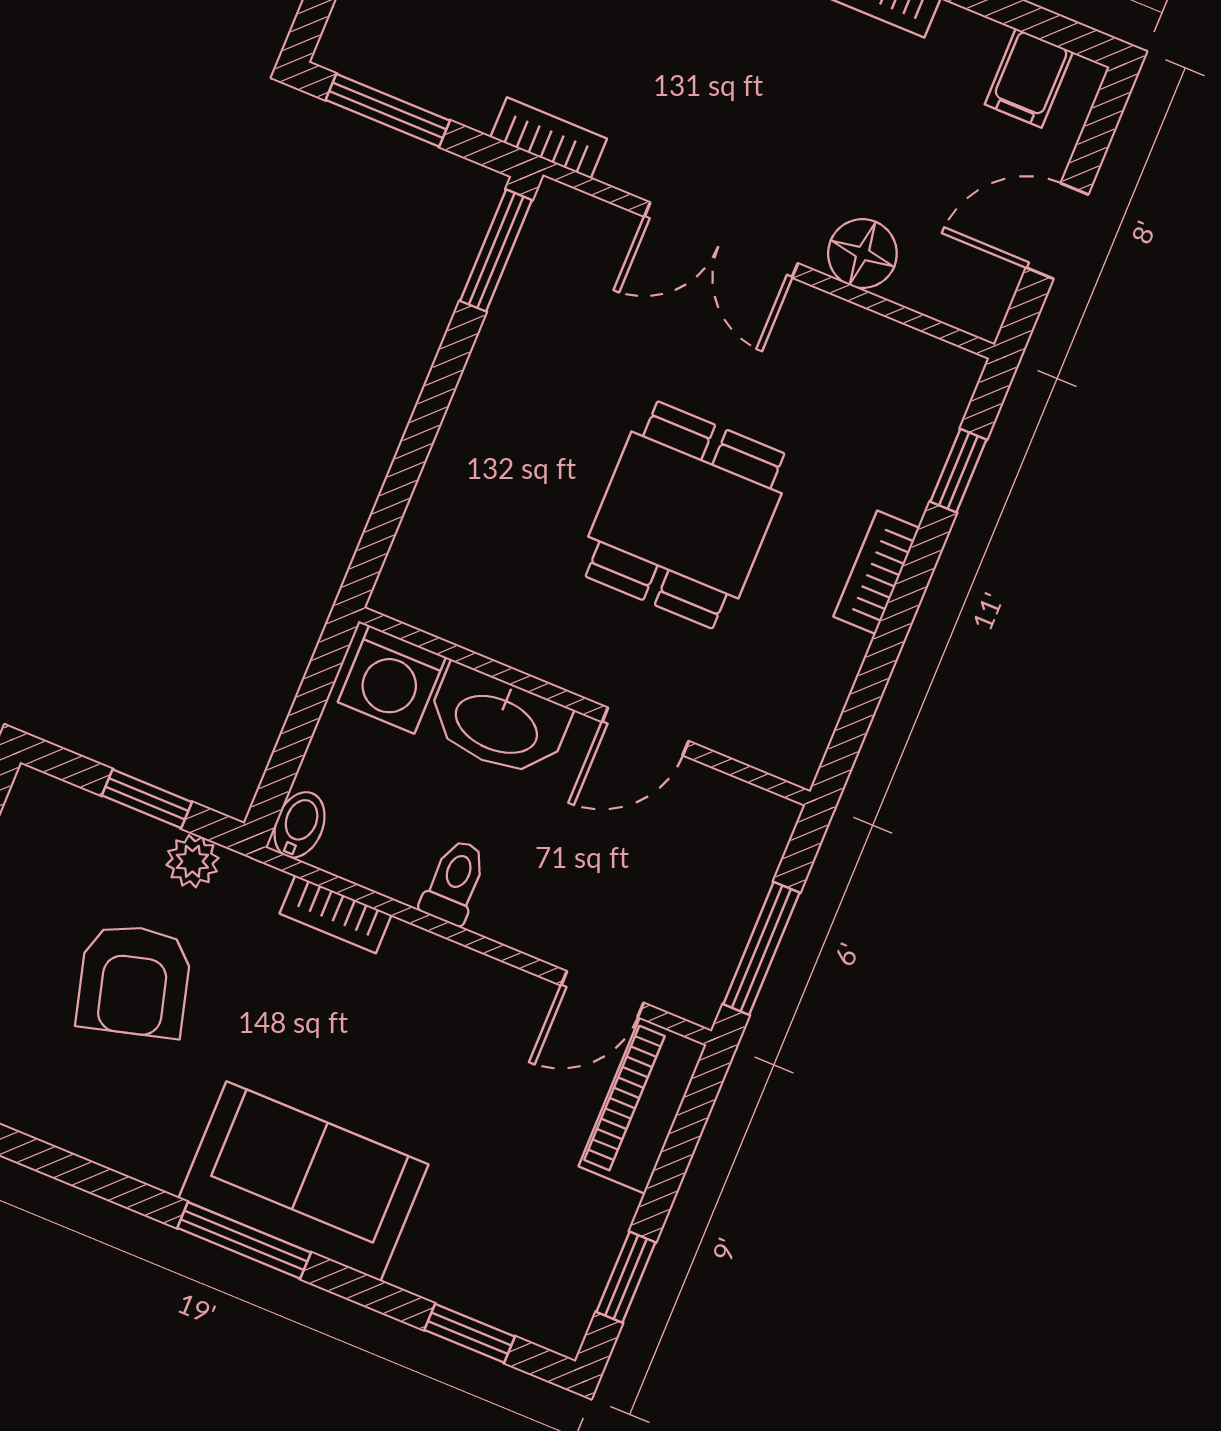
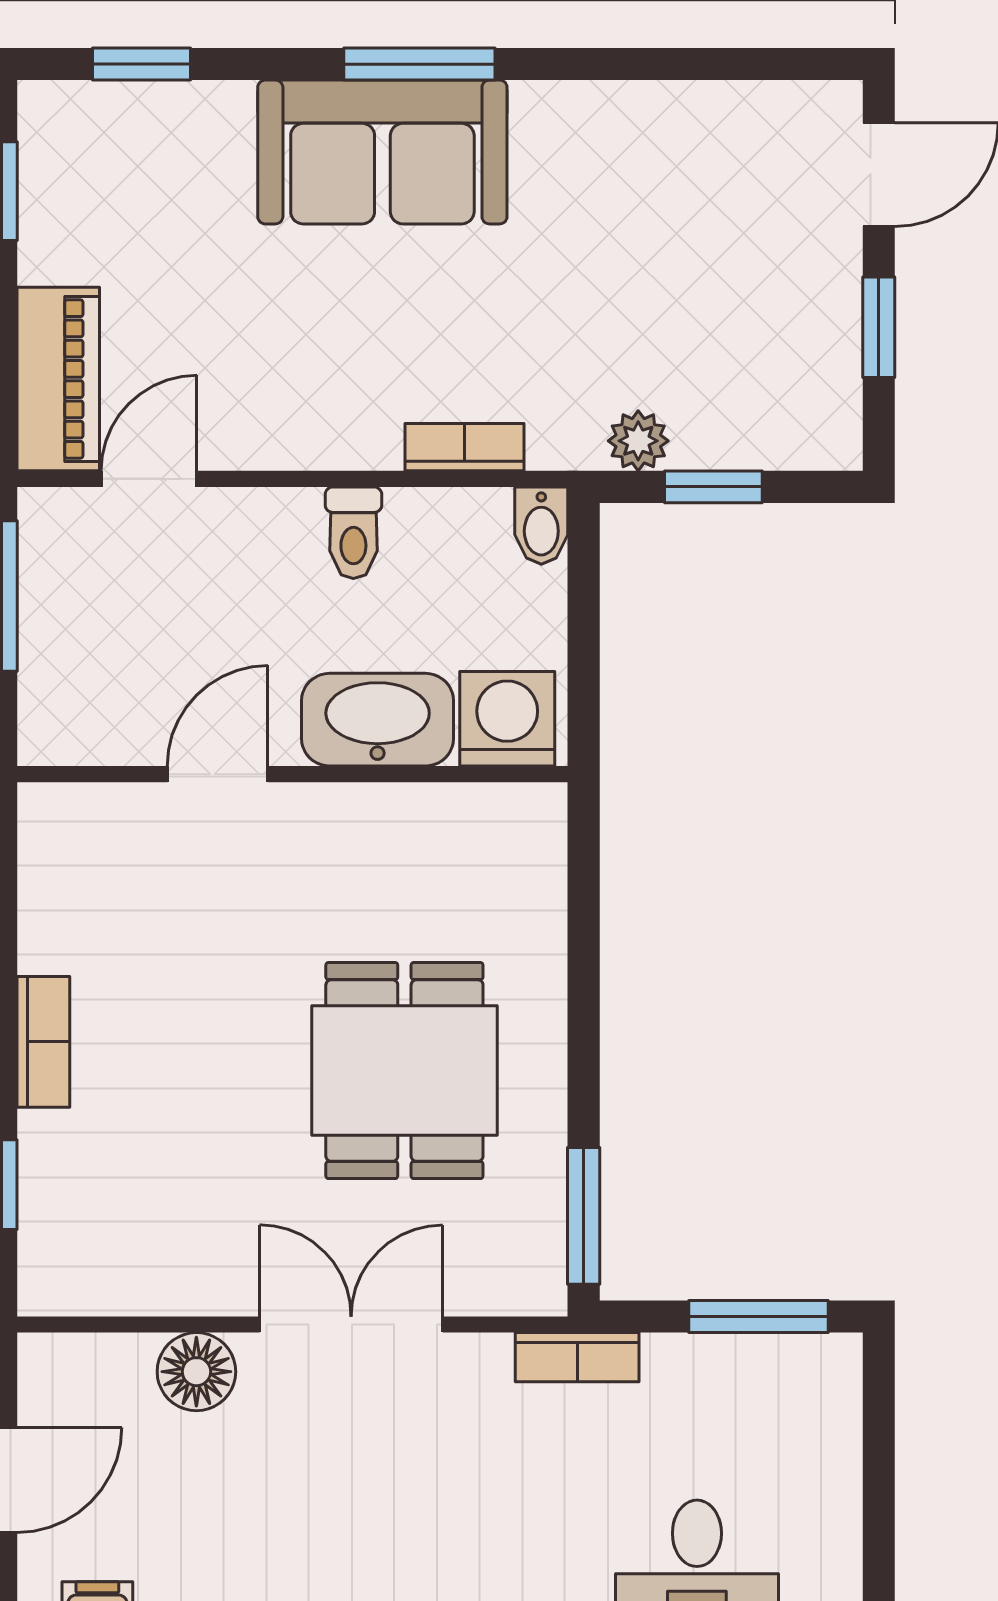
dining table: (685, 515) -> (404, 1071), moved
armchair: (134, 981) -> (648, 290), removed

